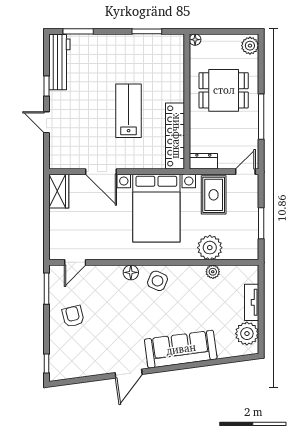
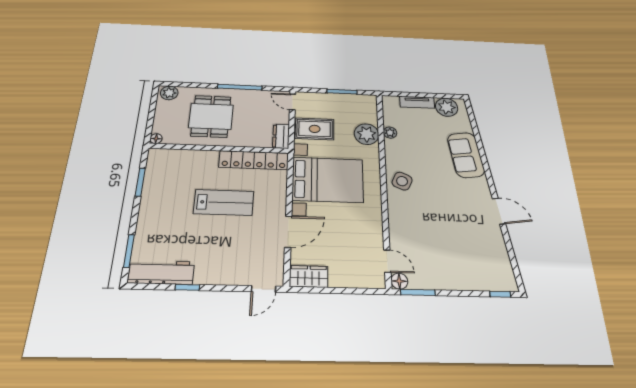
lab bench: (129, 111) -> (224, 203), turned 180
door: (46, 122) -> (264, 289), moved
floor lamp: (131, 272) -> (399, 281), moved
armchair: (73, 316) -> (446, 265), removed
sofa: (181, 349) -> (466, 155), width x0.73

